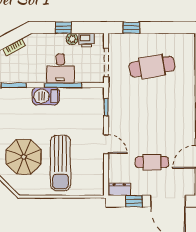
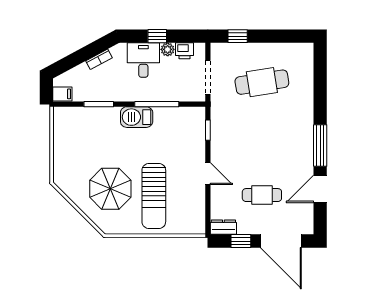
desk: (60, 69) -> (143, 60), moved, turned 180

